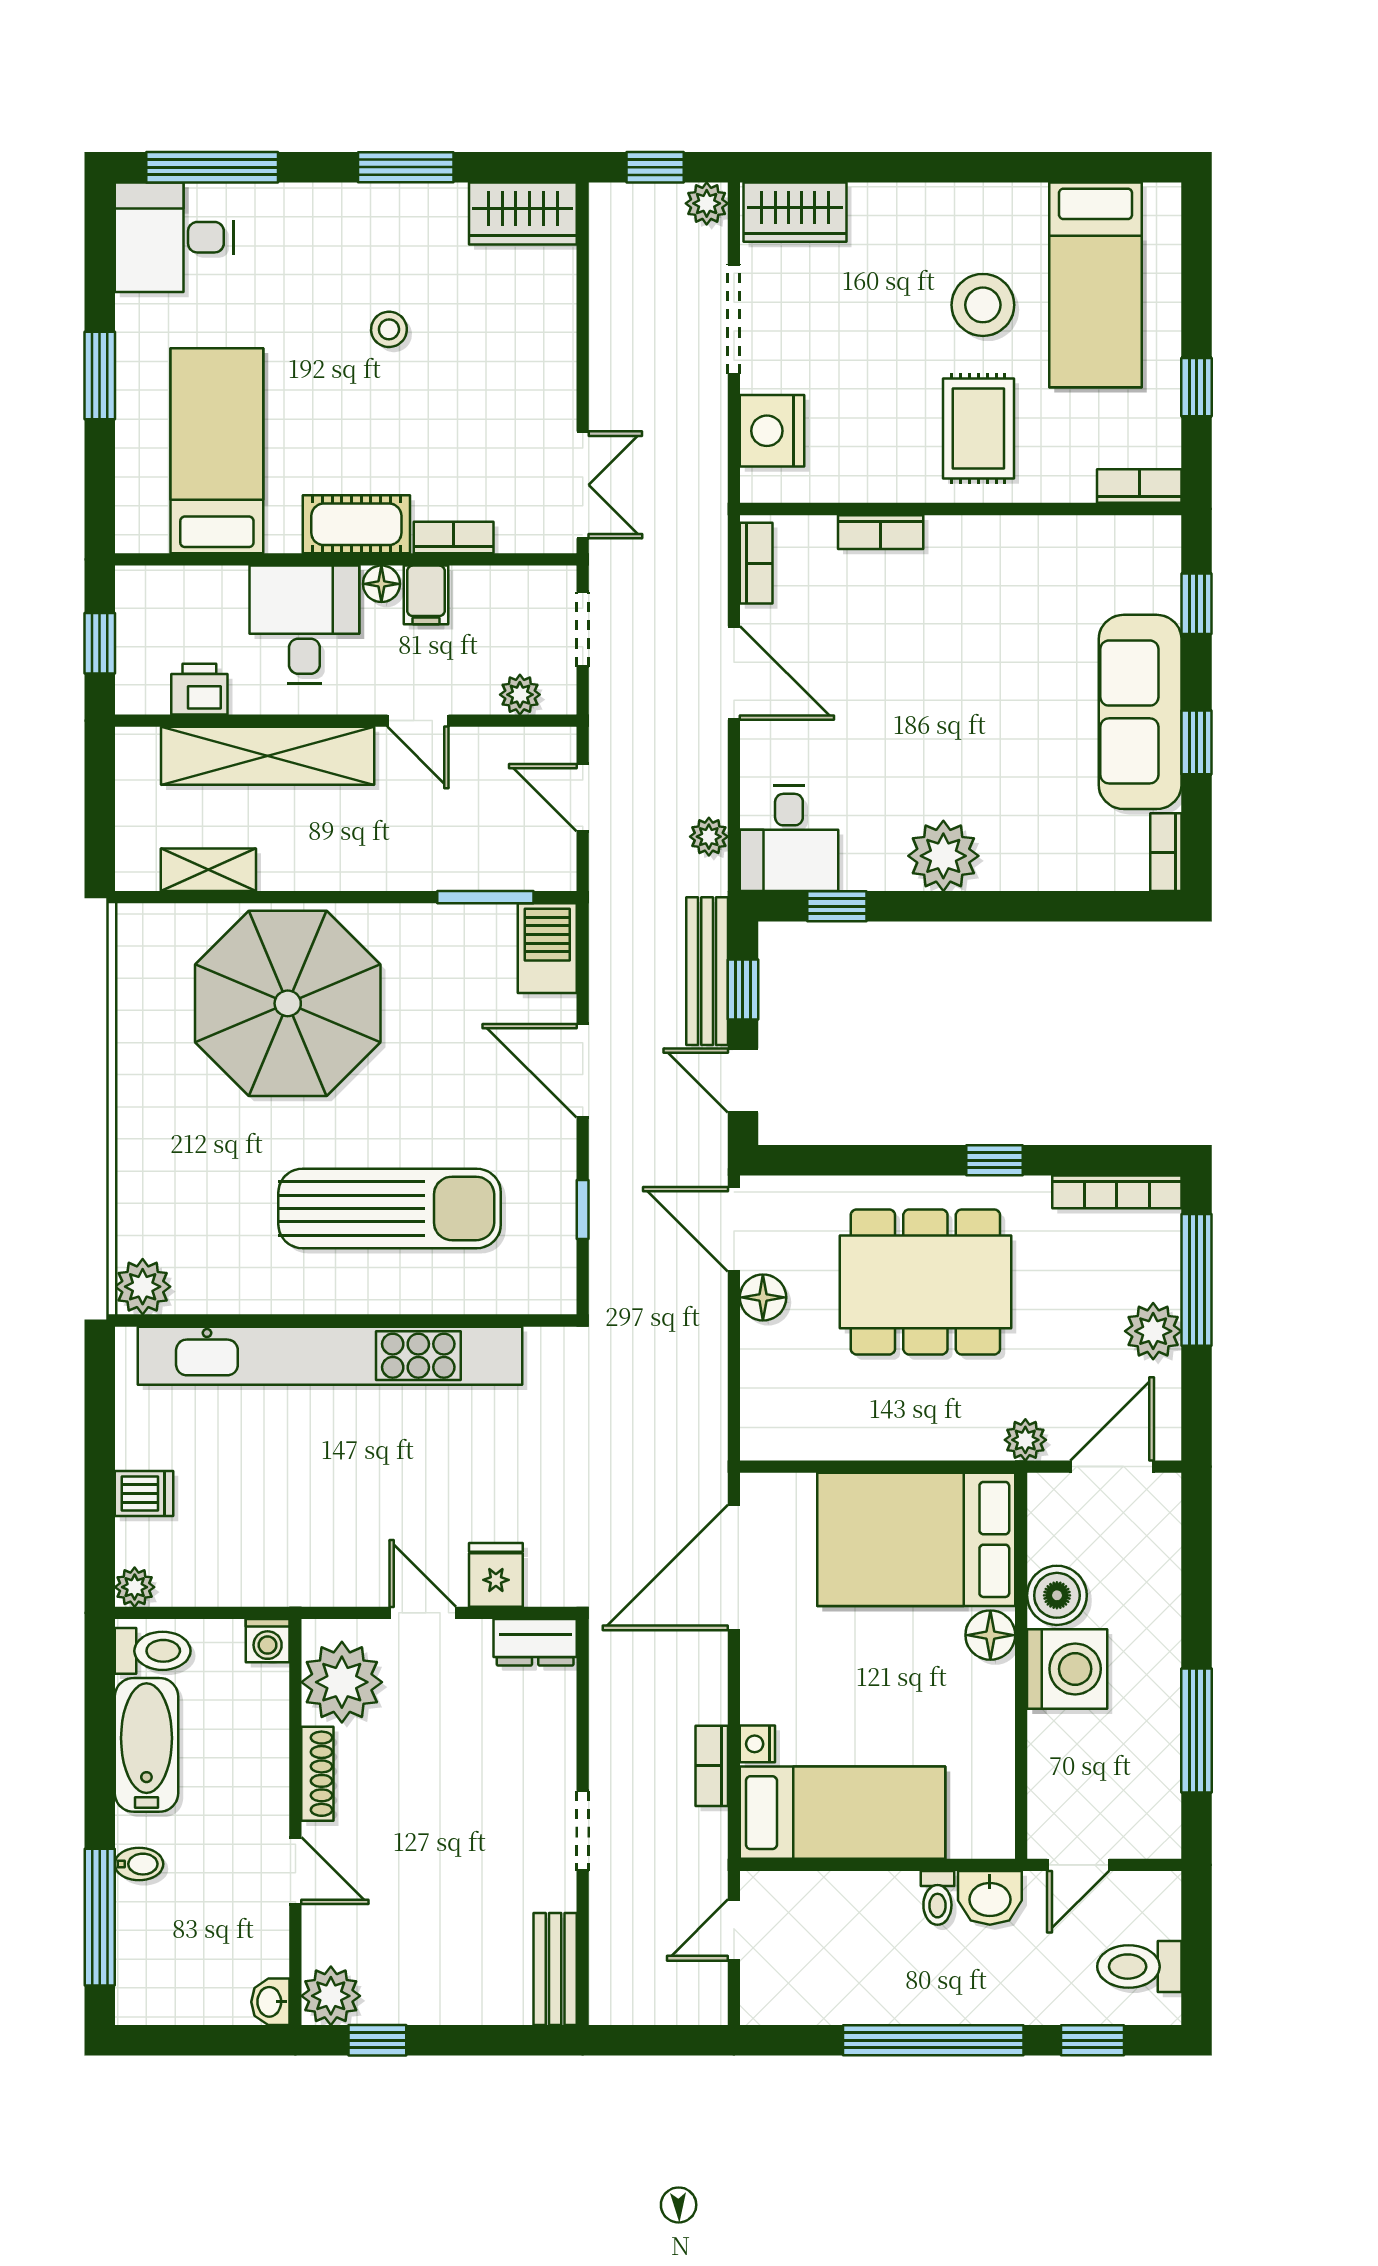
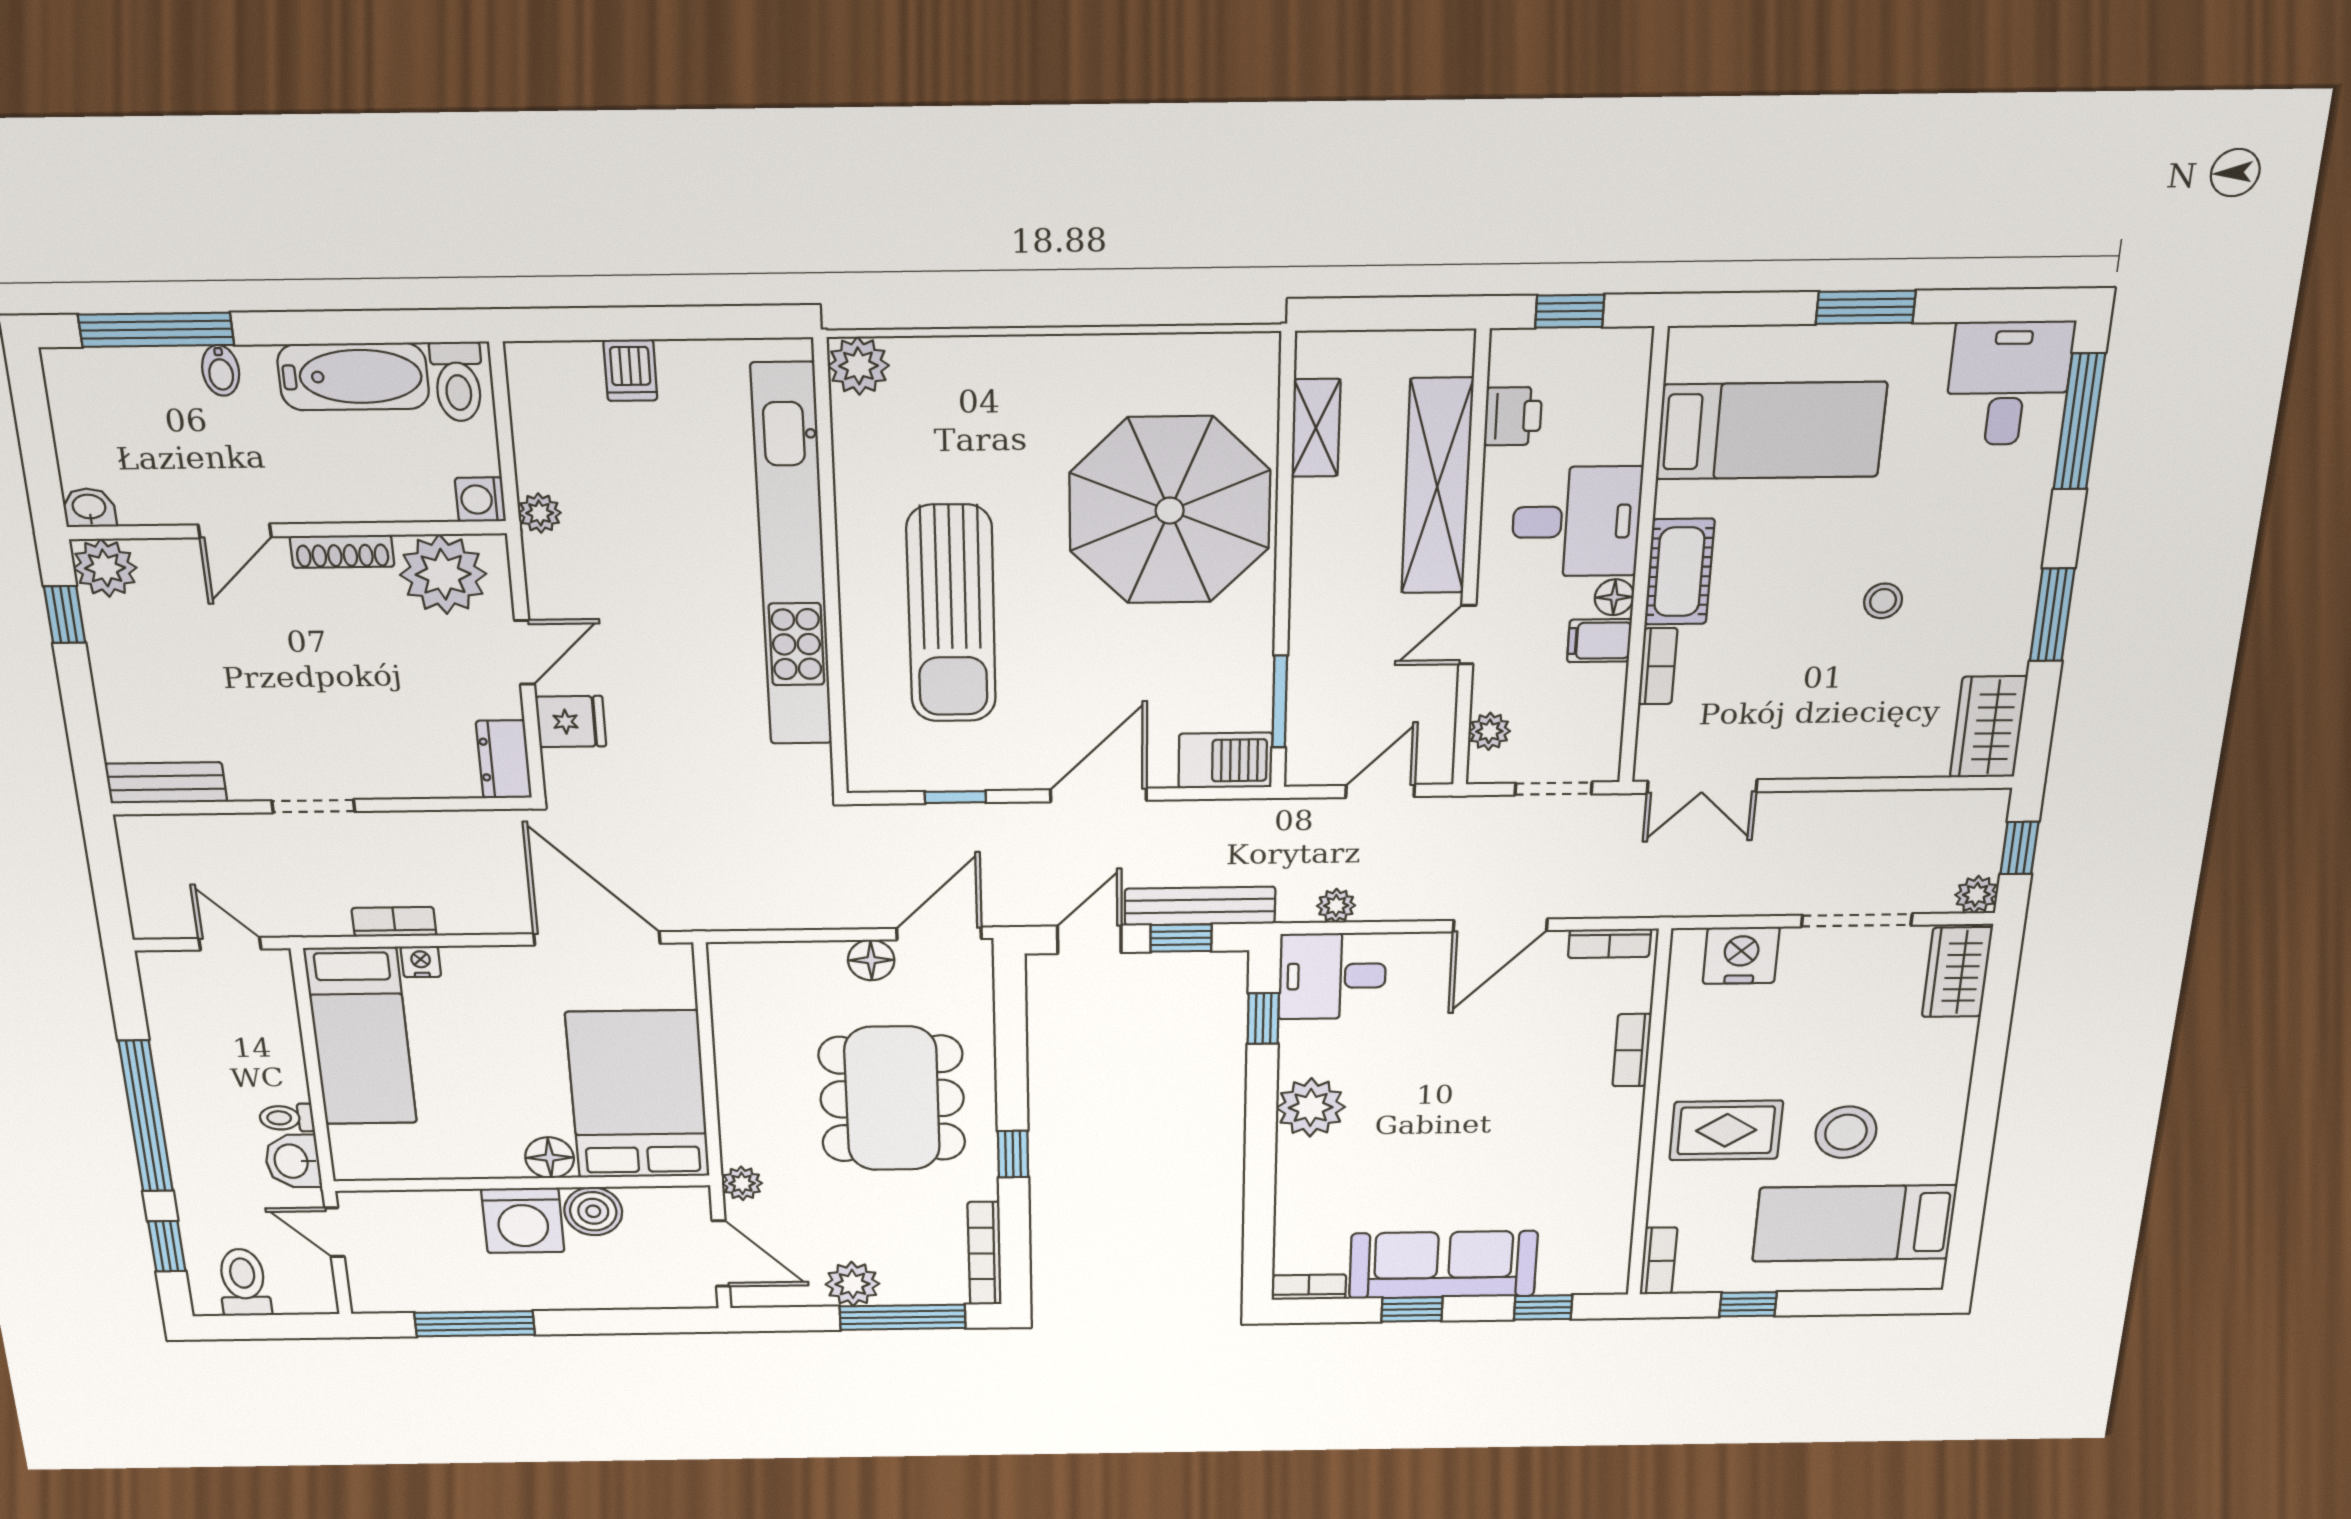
plant: (135, 1587) -> (540, 513), moved

